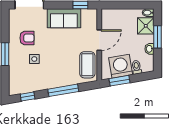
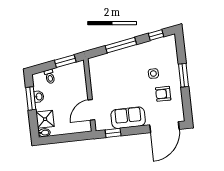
window: (158, 37) -> (31, 98), moved
door: (99, 40) -> (91, 110), moved
coffee table: (87, 65) -> (99, 74), removed
washing machine: (121, 66) -> (66, 76), removed

